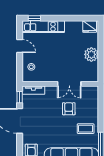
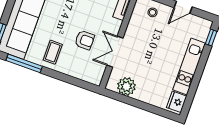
kitchen unit: (43, 27) -> (189, 66), moved
plant: (91, 54) -> (126, 86), moved

